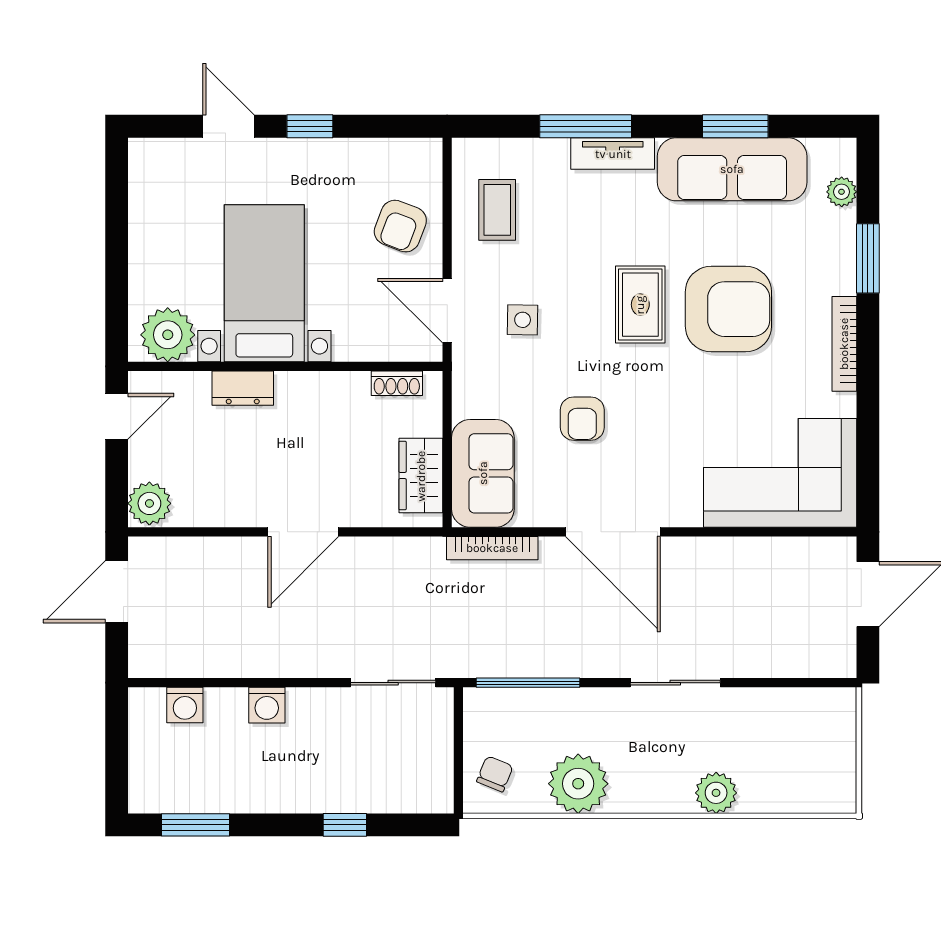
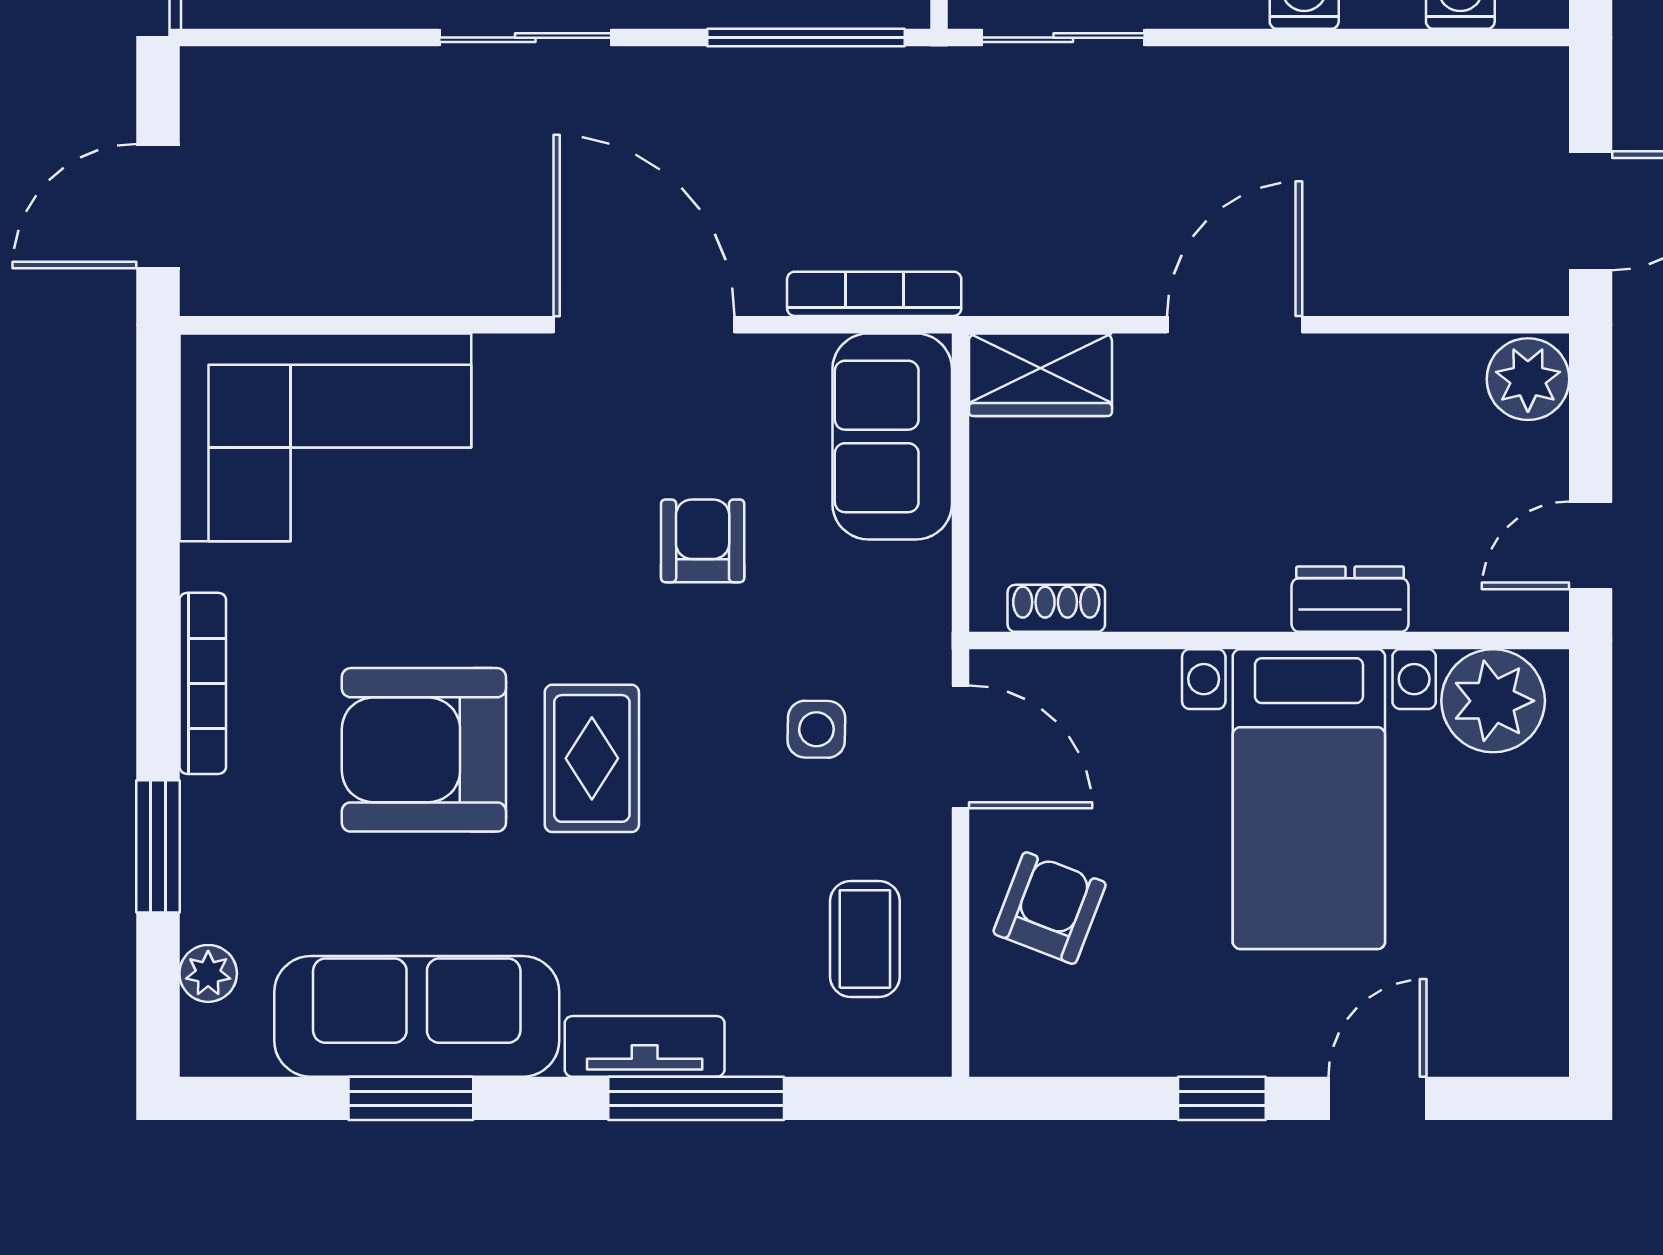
door: (228, 126) -> (1377, 1098), swing flipped
wardrobe: (421, 476) -> (1040, 375), moved, turned 90

